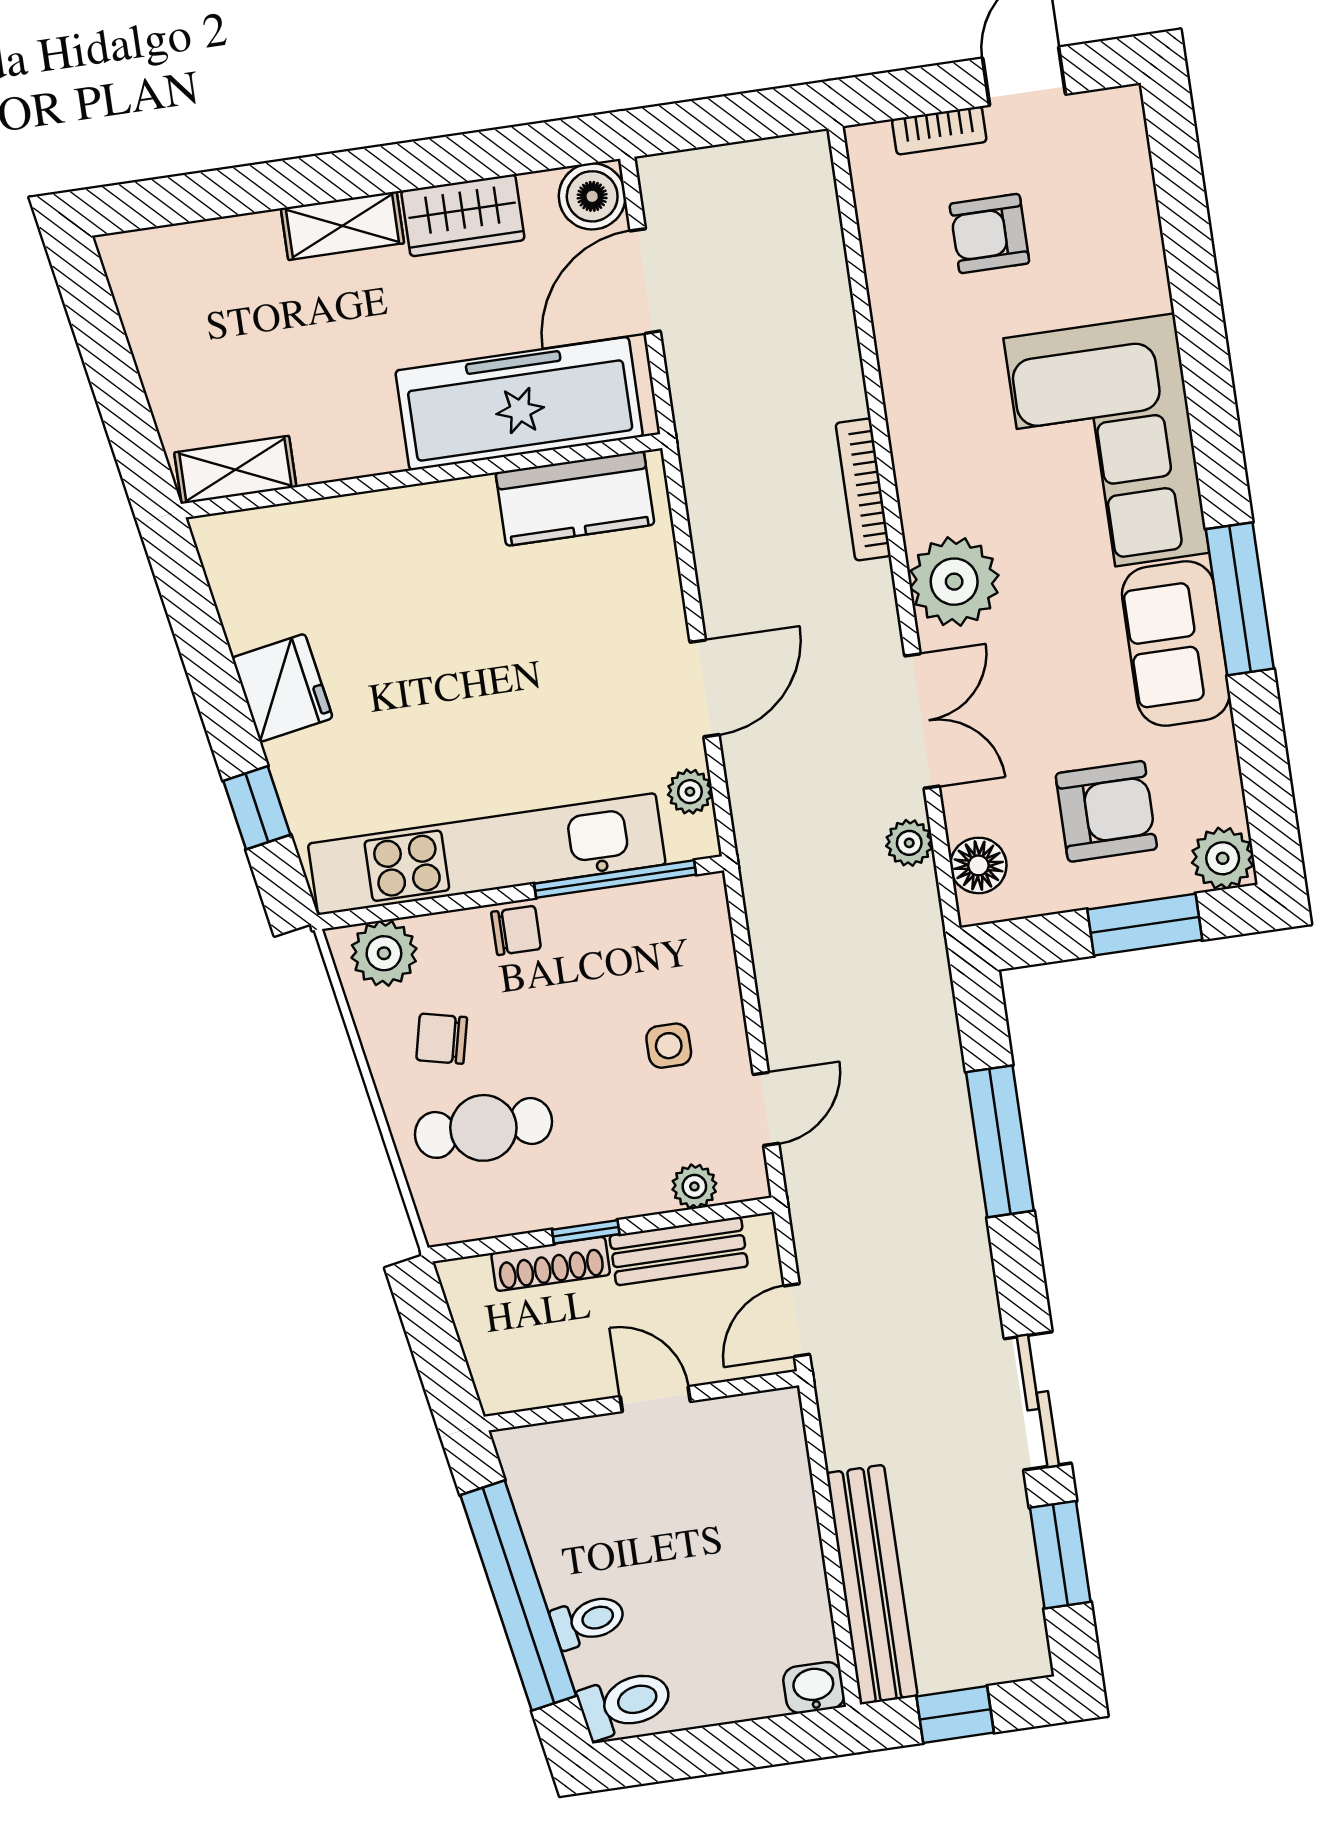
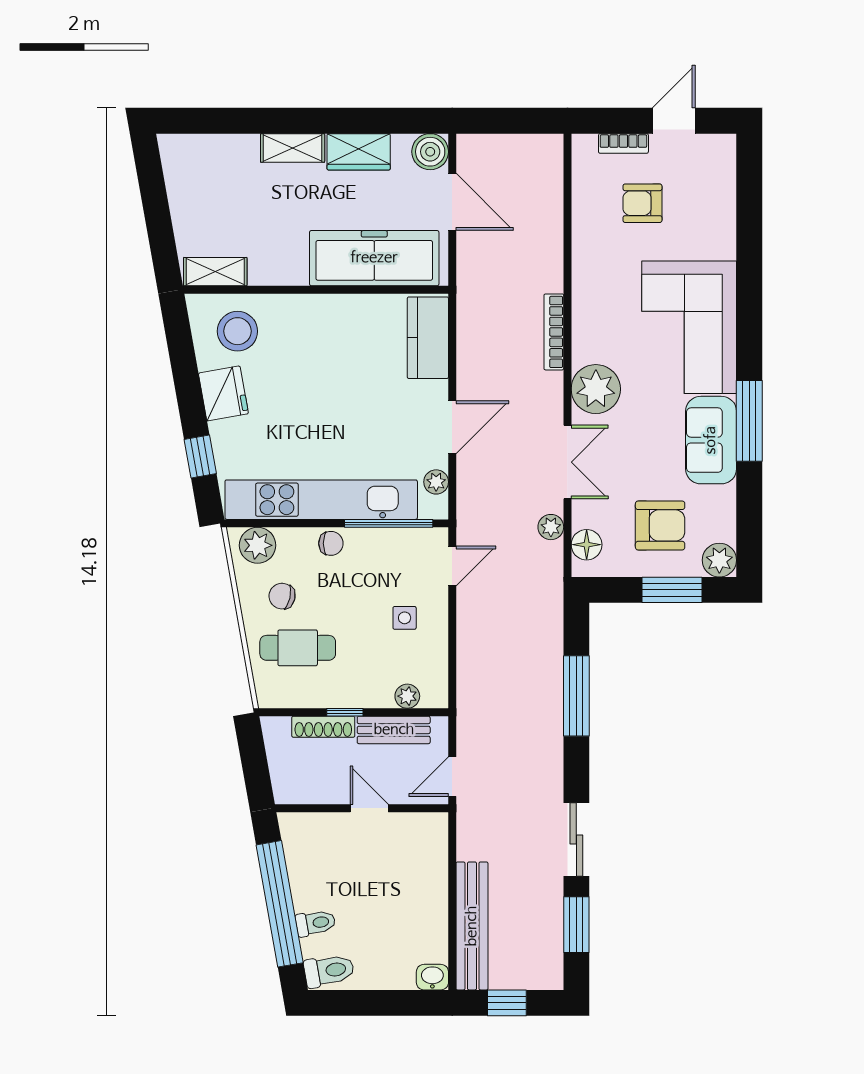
door: (645, 281) -> (452, 202), swing flipped
kitchen counter: (575, 498) -> (428, 338), moved, turned 90
stool: (291, 572) -> (237, 331), added
door: (766, 1109) -> (452, 566), moved

